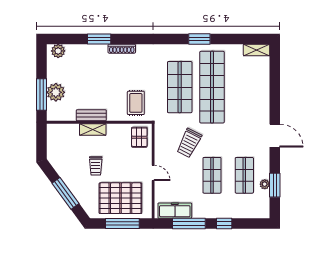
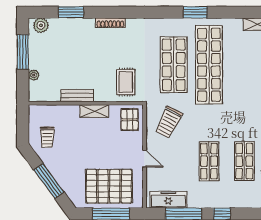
window: (99, 39) -> (71, 12), moved
plant: (56, 92) -> (34, 75), width x0.53, depth x0.53
window: (42, 94) -> (23, 52), moved
shelving: (93, 129) -> (94, 111), moved
trolley: (189, 143) -> (169, 122), moved
trolley: (96, 166) -> (47, 137), moved

